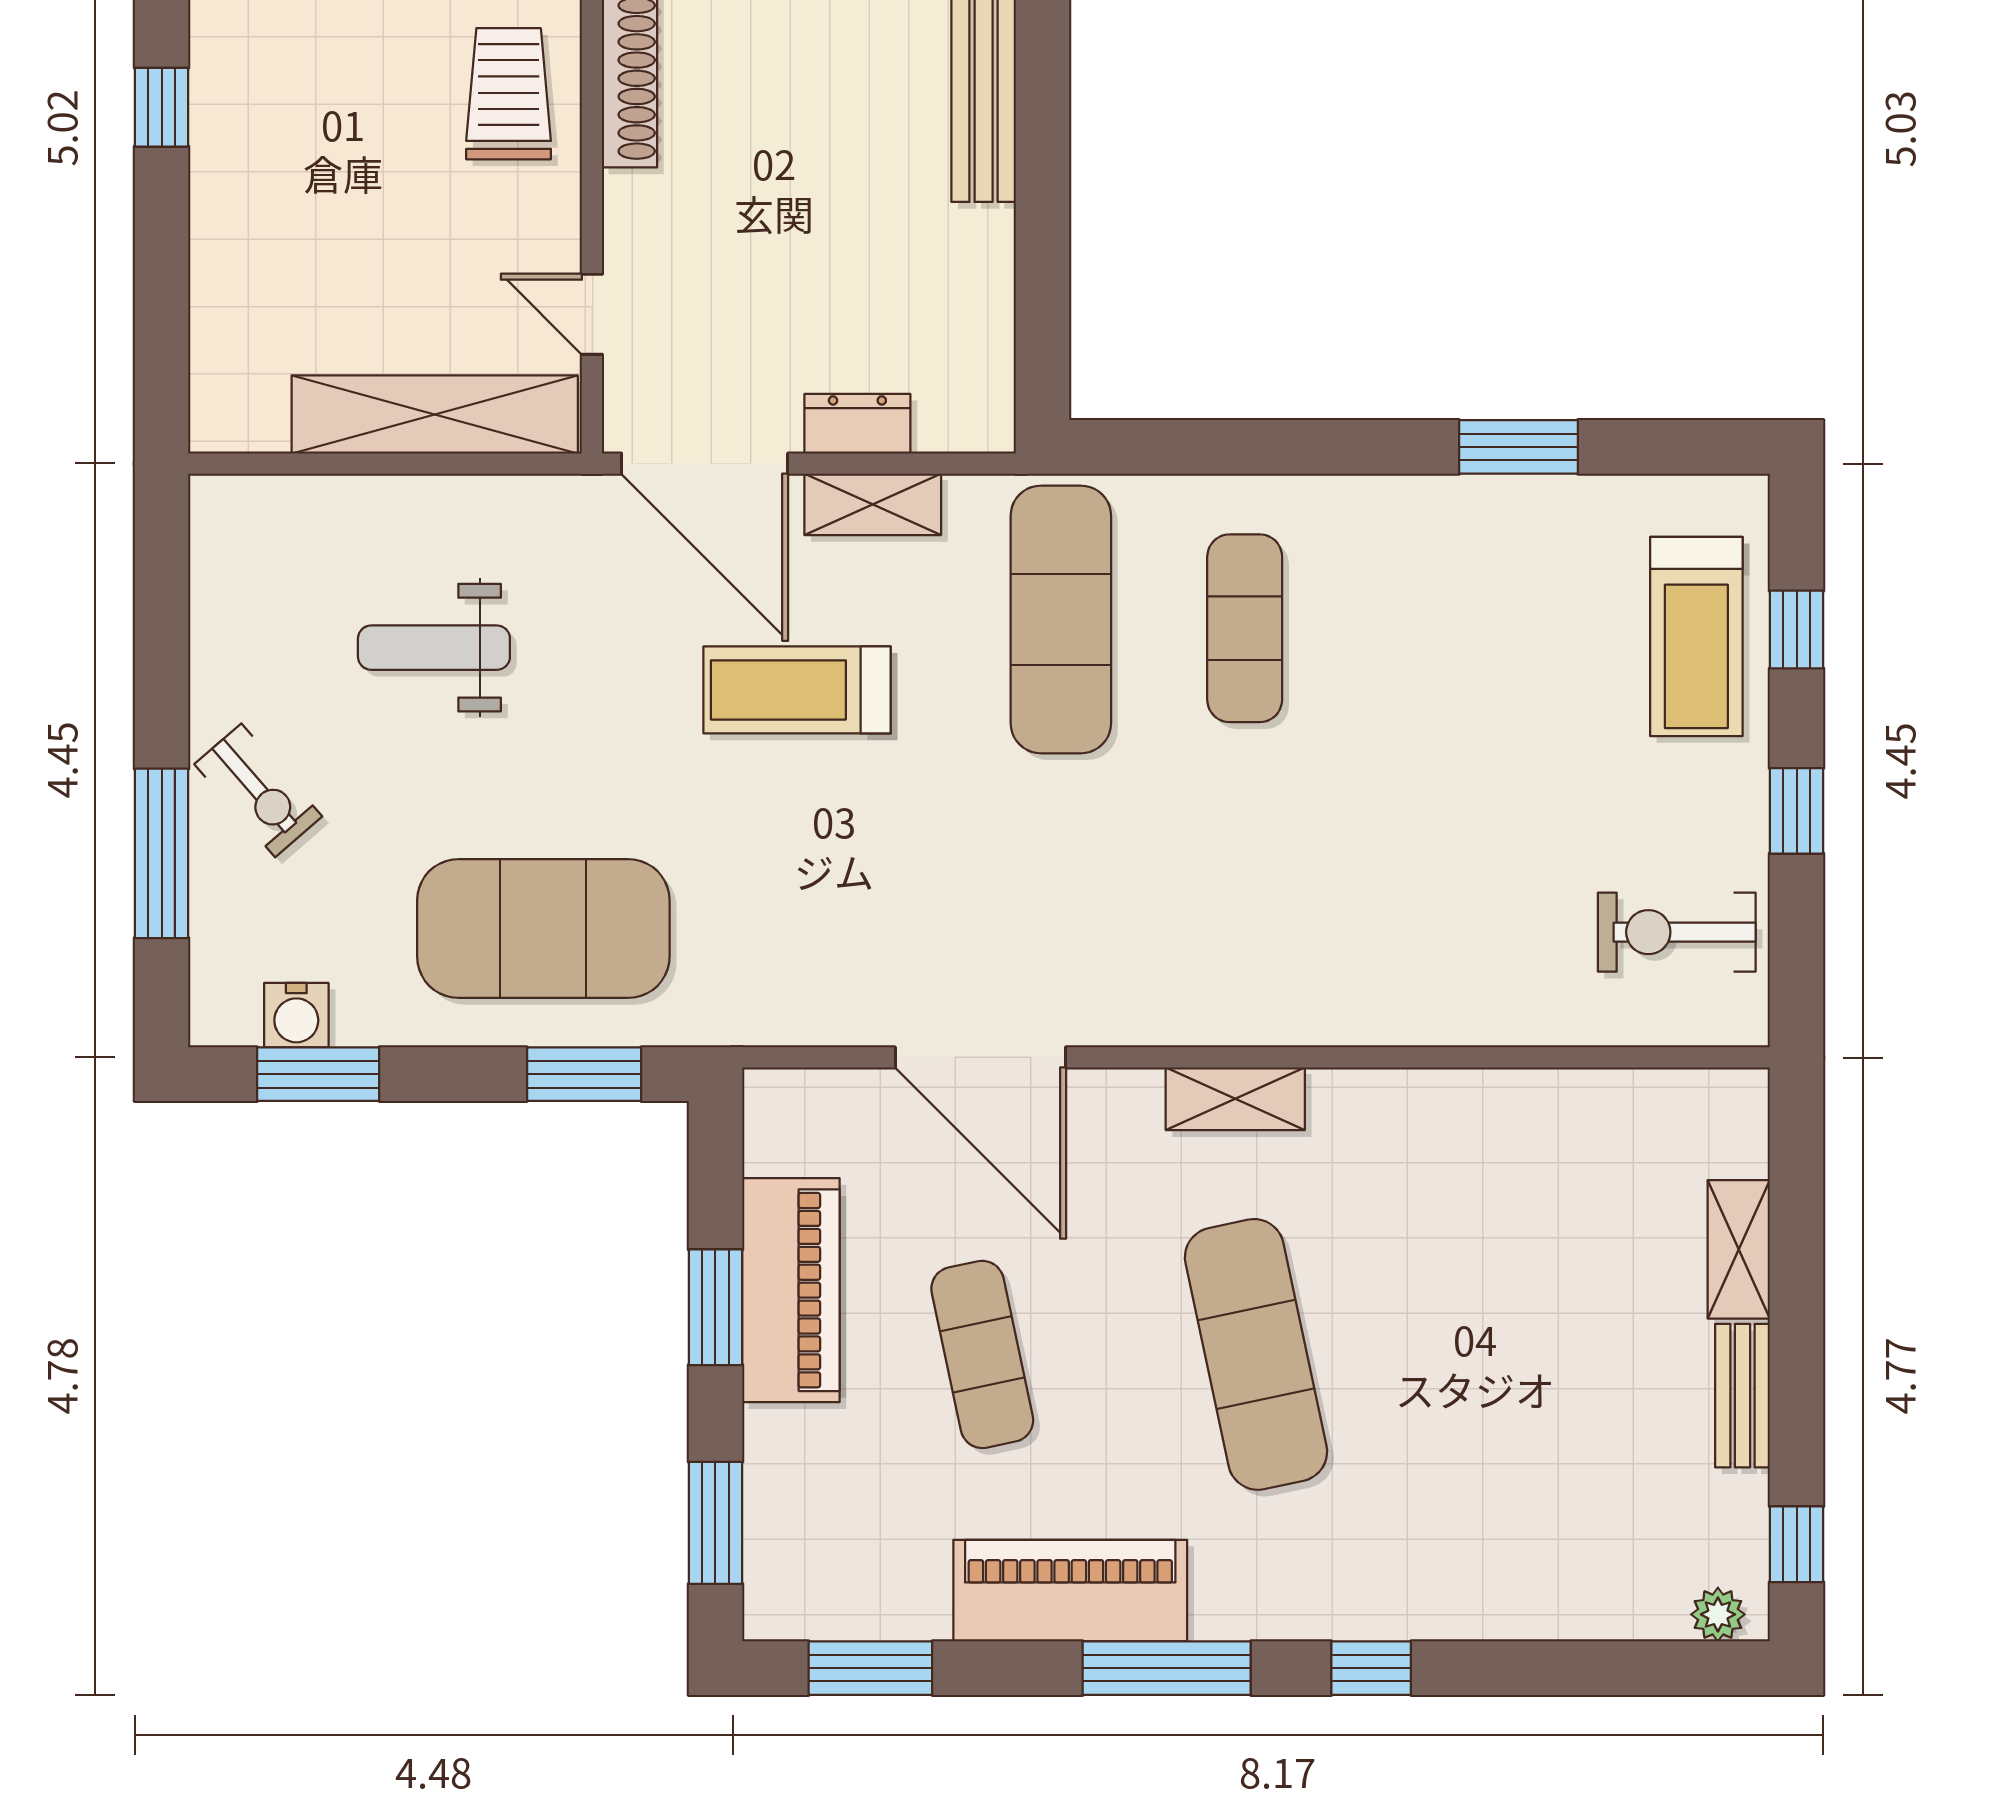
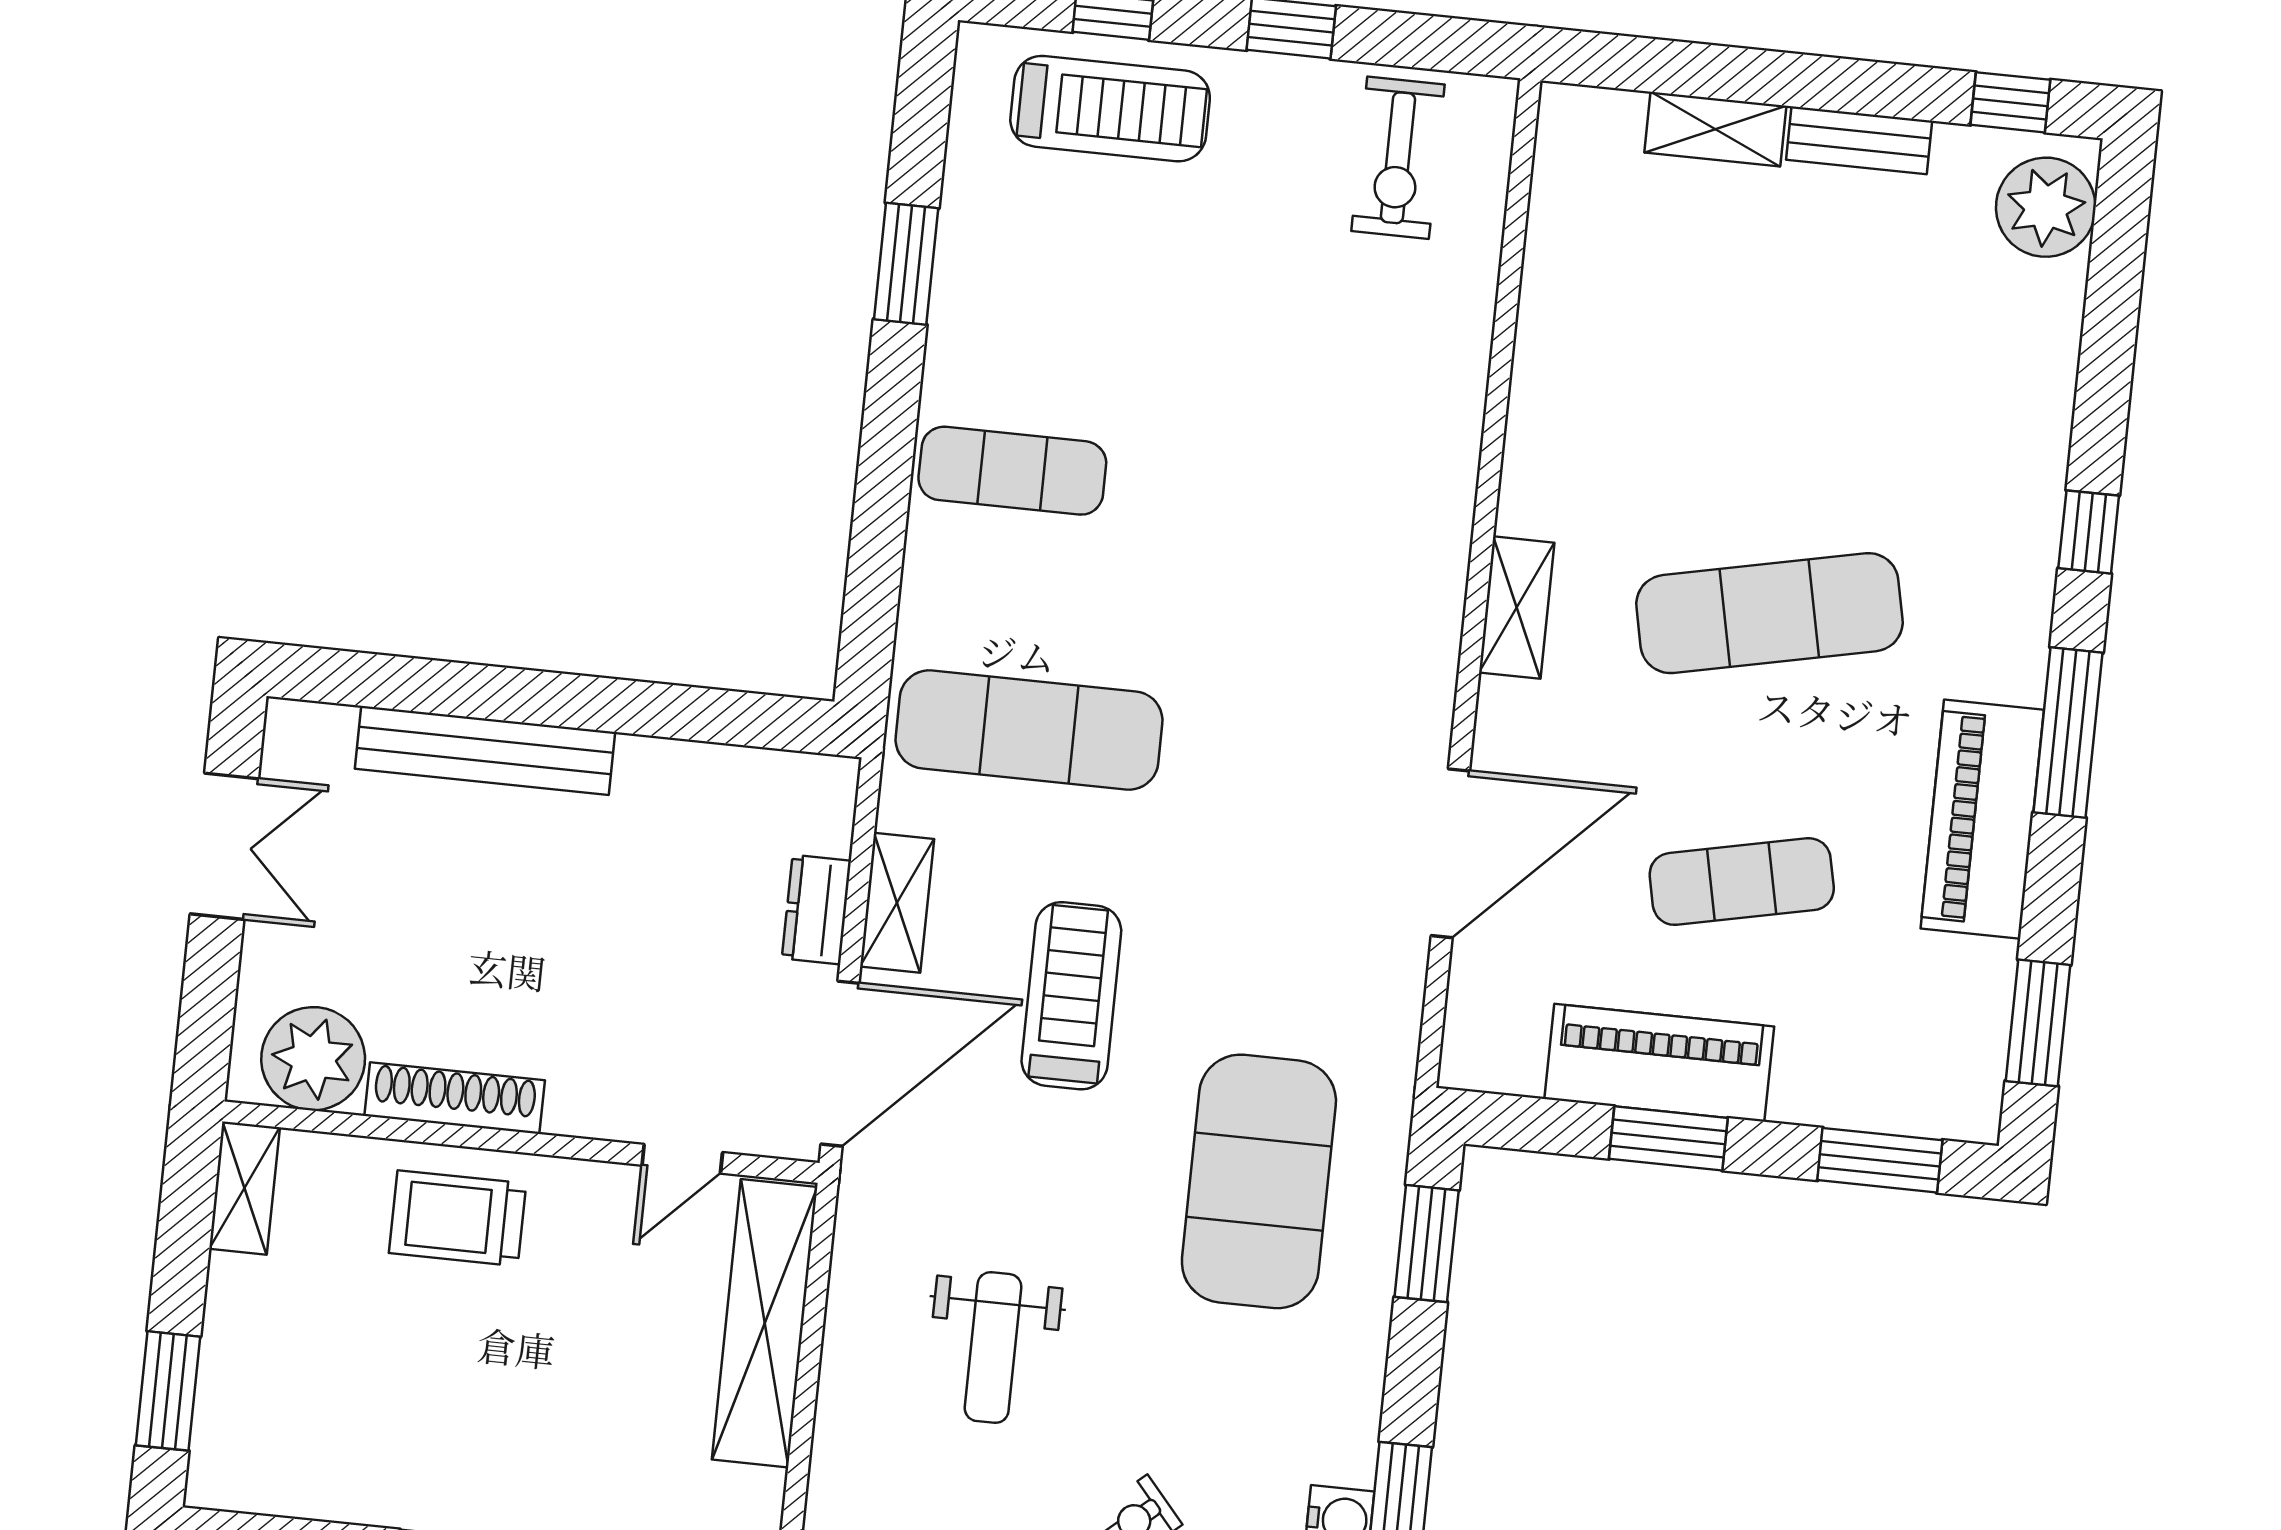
exercise mat: (1245, 628) -> (1012, 471), moved
treadmill: (797, 690) -> (1071, 996), turned 180
exercise mat: (543, 928) -> (1259, 1181), moved
plant: (1718, 1614) -> (2046, 207), width x1.88, depth x1.88

